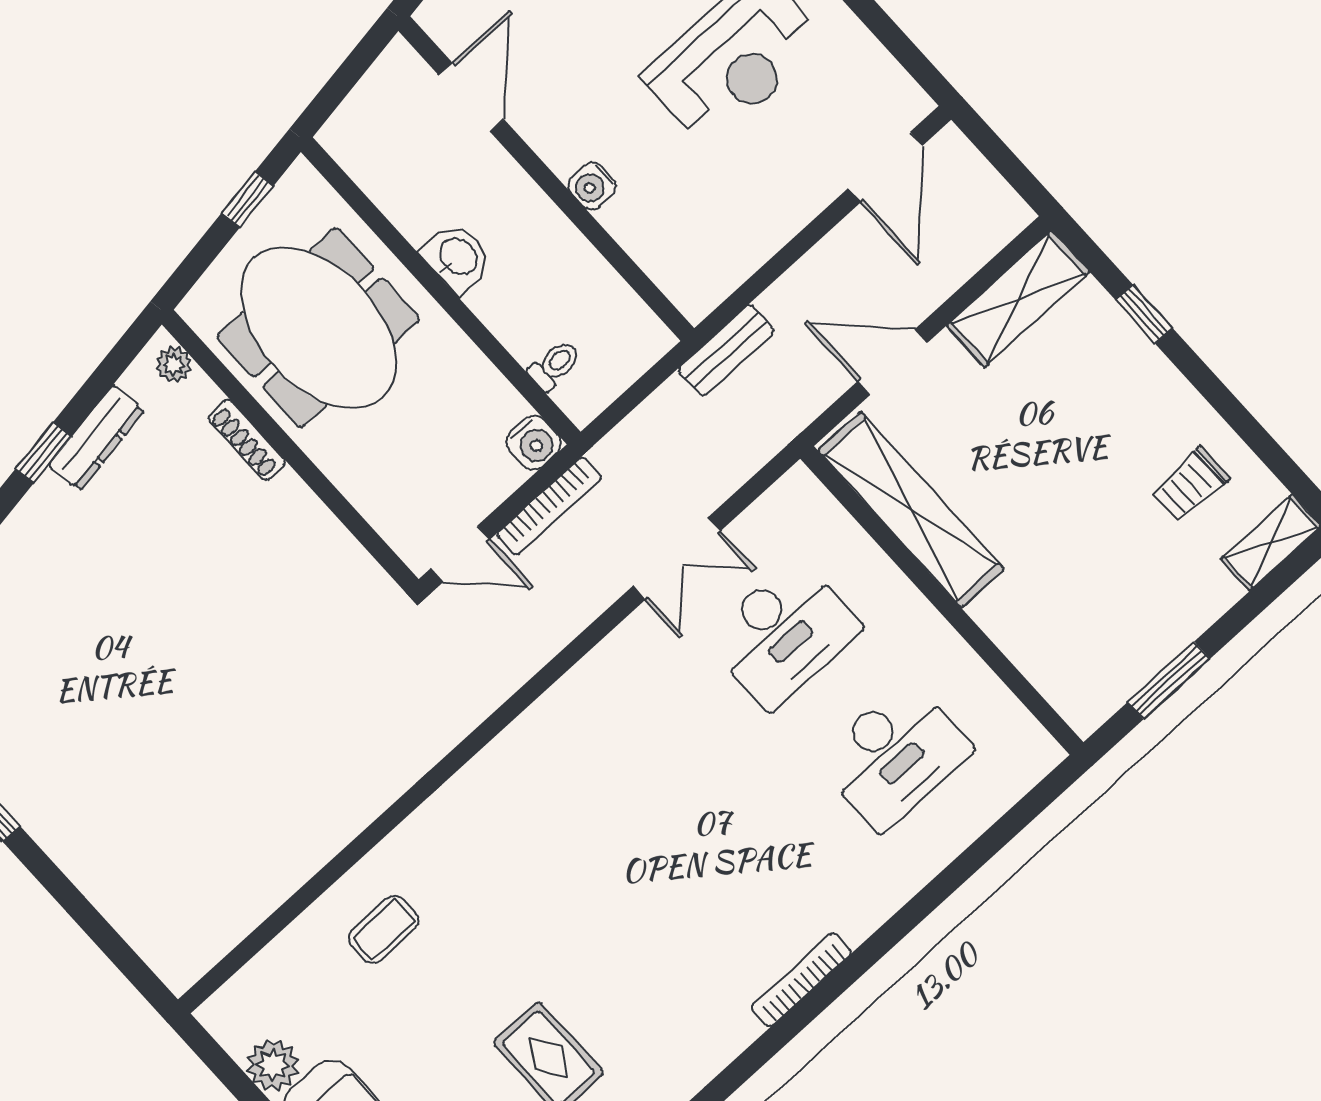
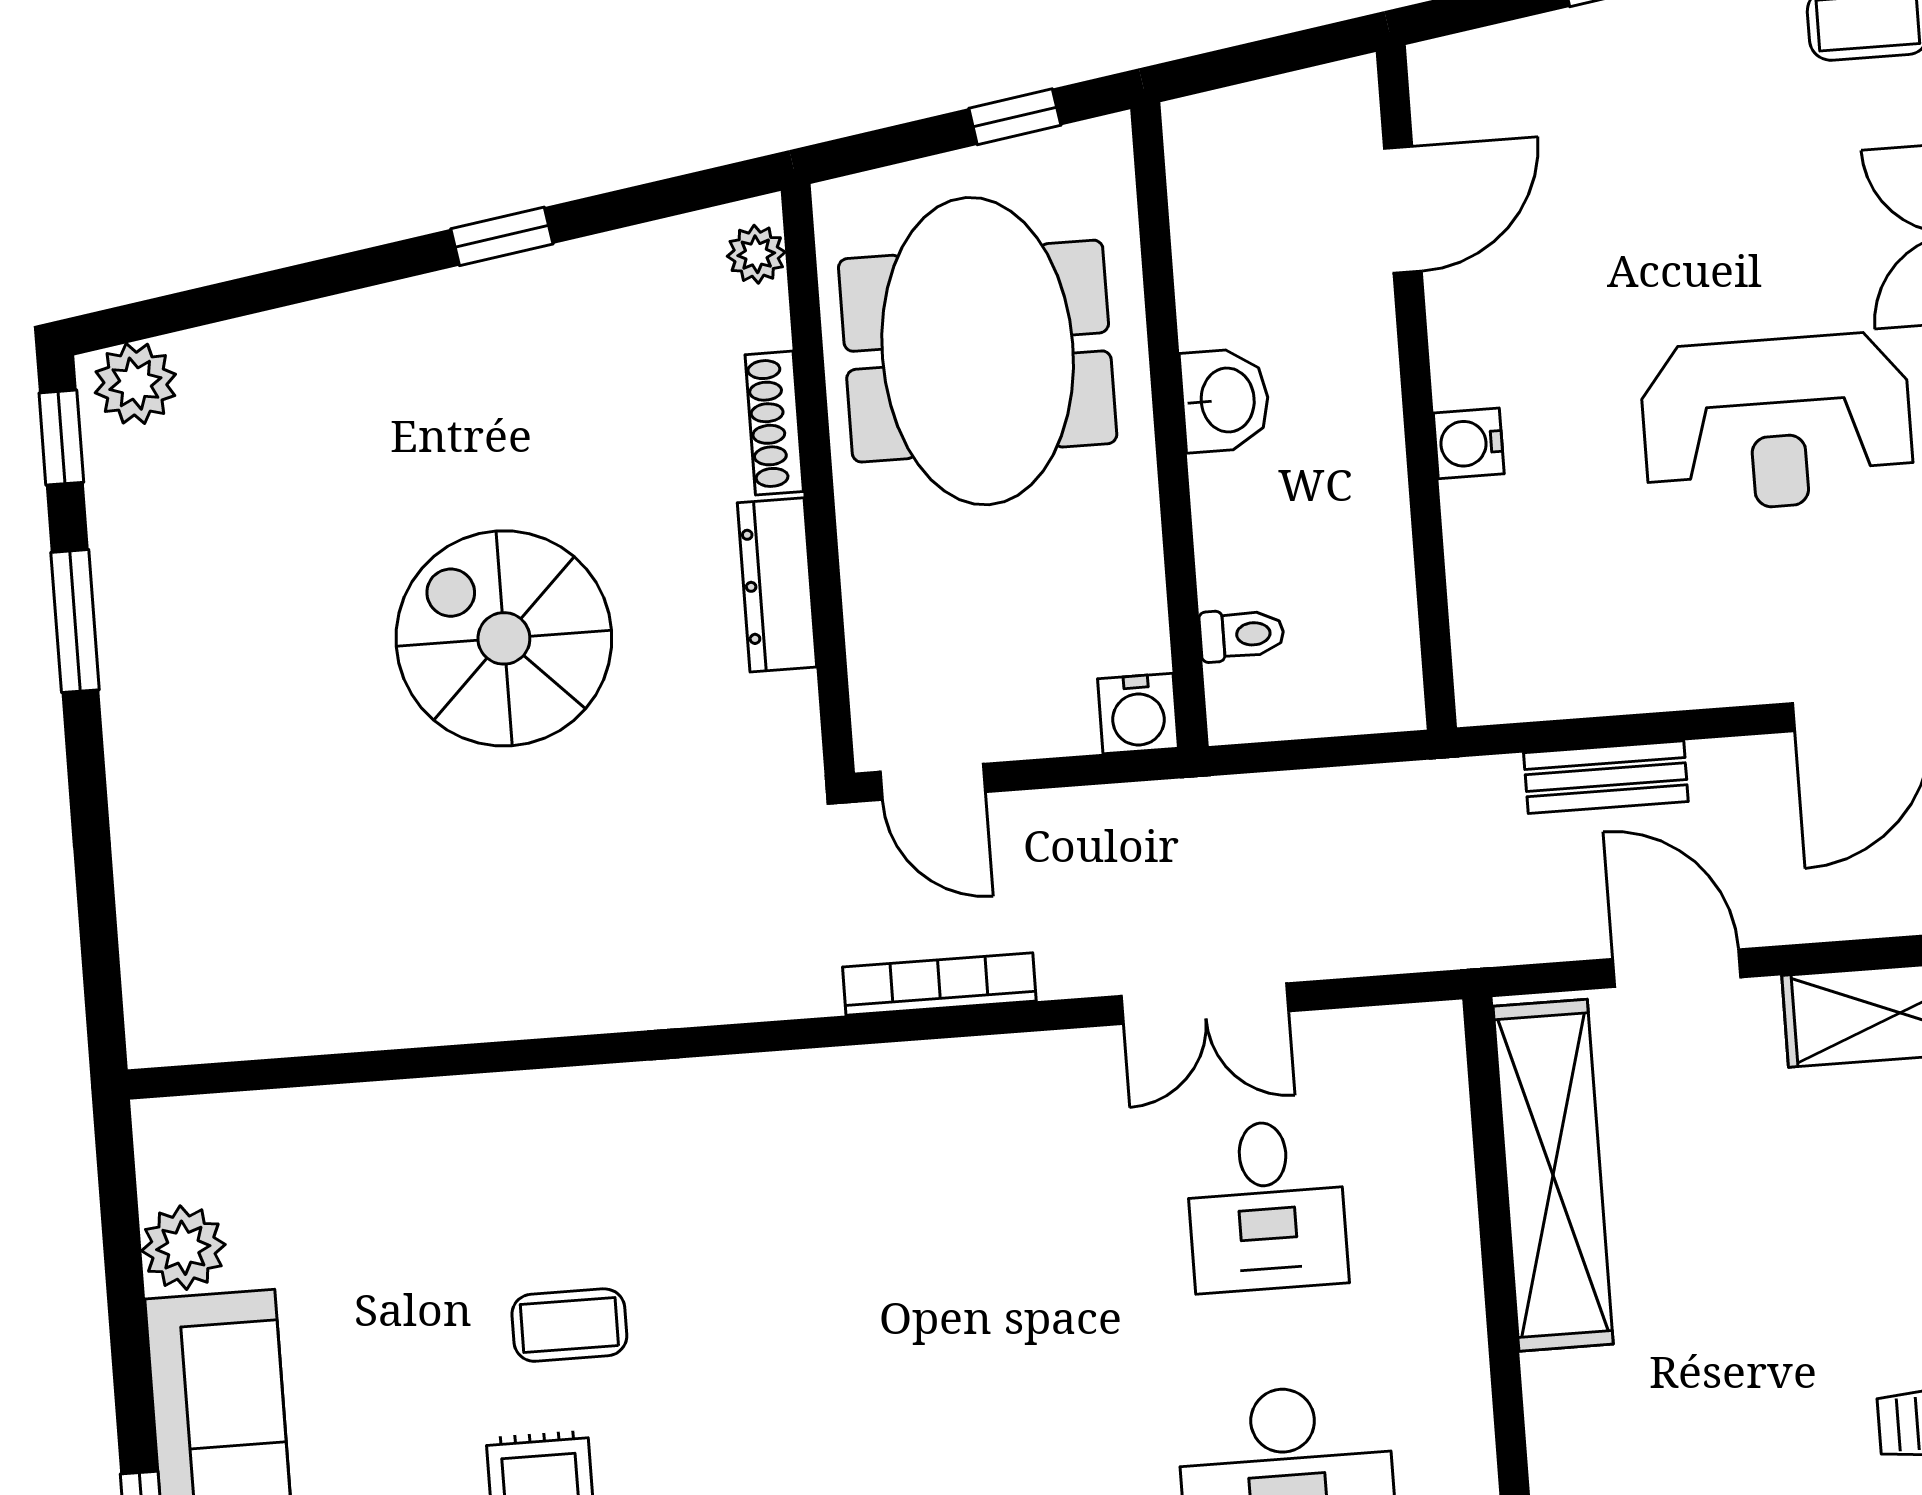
bench: (726, 350) -> (1606, 777), moved
dresser: (97, 438) -> (777, 585), moved, turned 99
bookcase: (549, 506) -> (939, 984), moved, turned 180
desk: (783, 633) -> (1266, 1206), width x0.73
spiral stairs: (197, 647) -> (504, 638), added
coffee table: (384, 930) -> (569, 1325), moved

